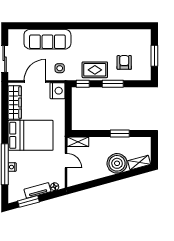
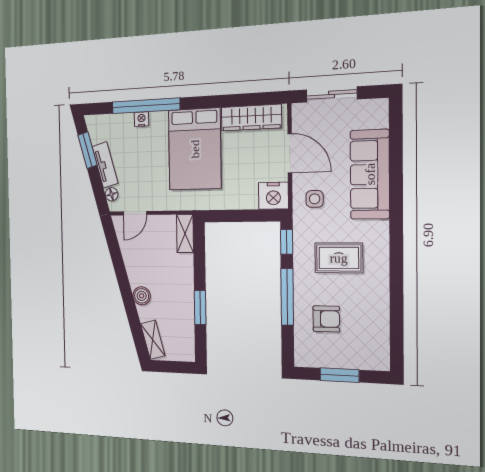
rug: (95, 70) -> (339, 258), moved, turned 90
window: (113, 84) -> (287, 297), width x1.44
door: (66, 161) -> (135, 213), moved
boiler: (117, 163) -> (142, 296), width x0.54, depth x0.54

